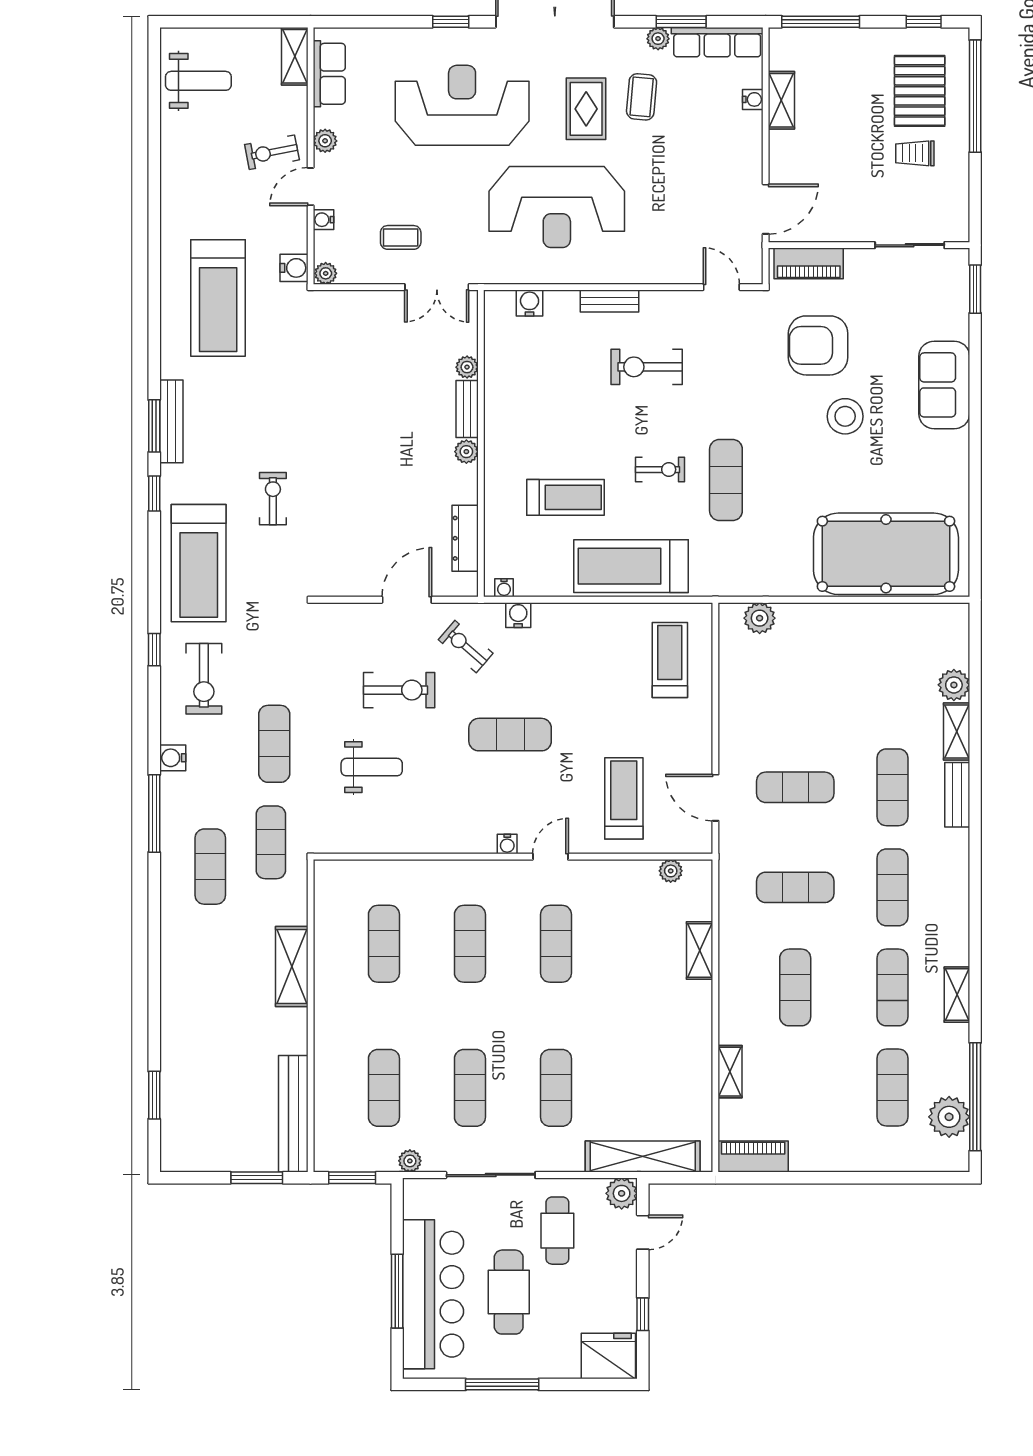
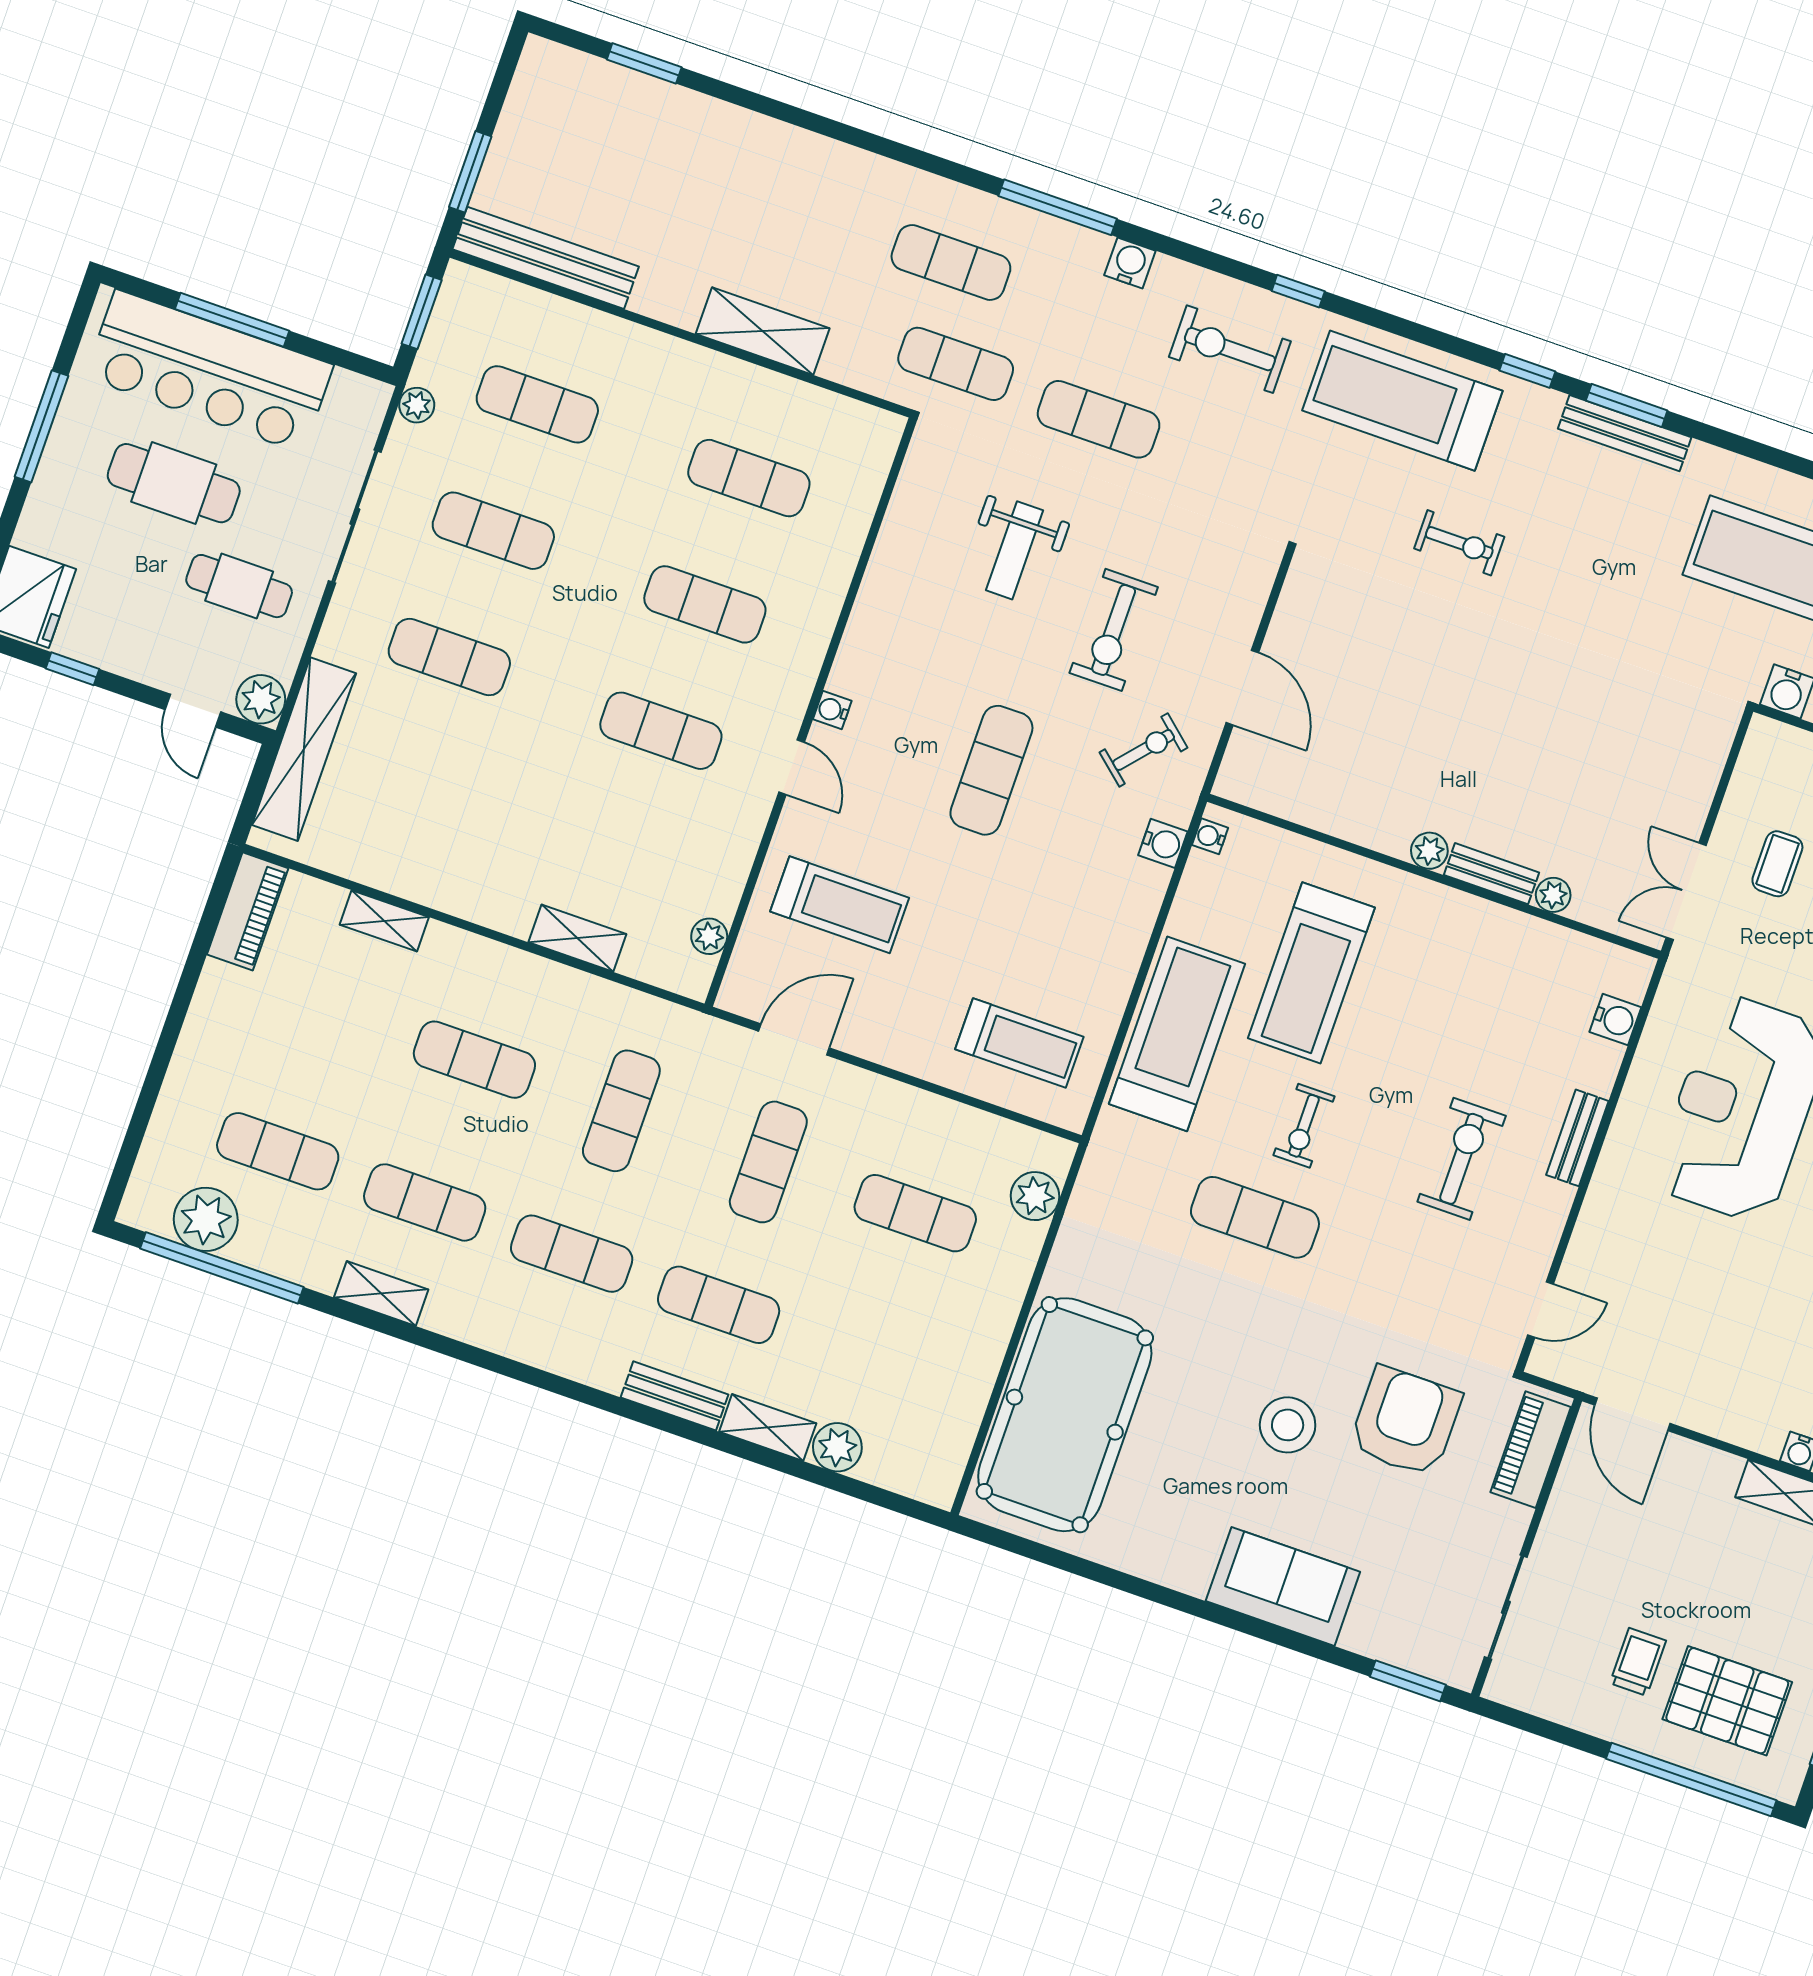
plant: (326, 273) -> (1763, 735), removed
treadmill: (566, 497) -> (1311, 973), width x1.37, depth x1.38
dresser: (465, 538) -> (1303, 805), removed
exercise mat: (795, 687) -> (915, 1213), added

